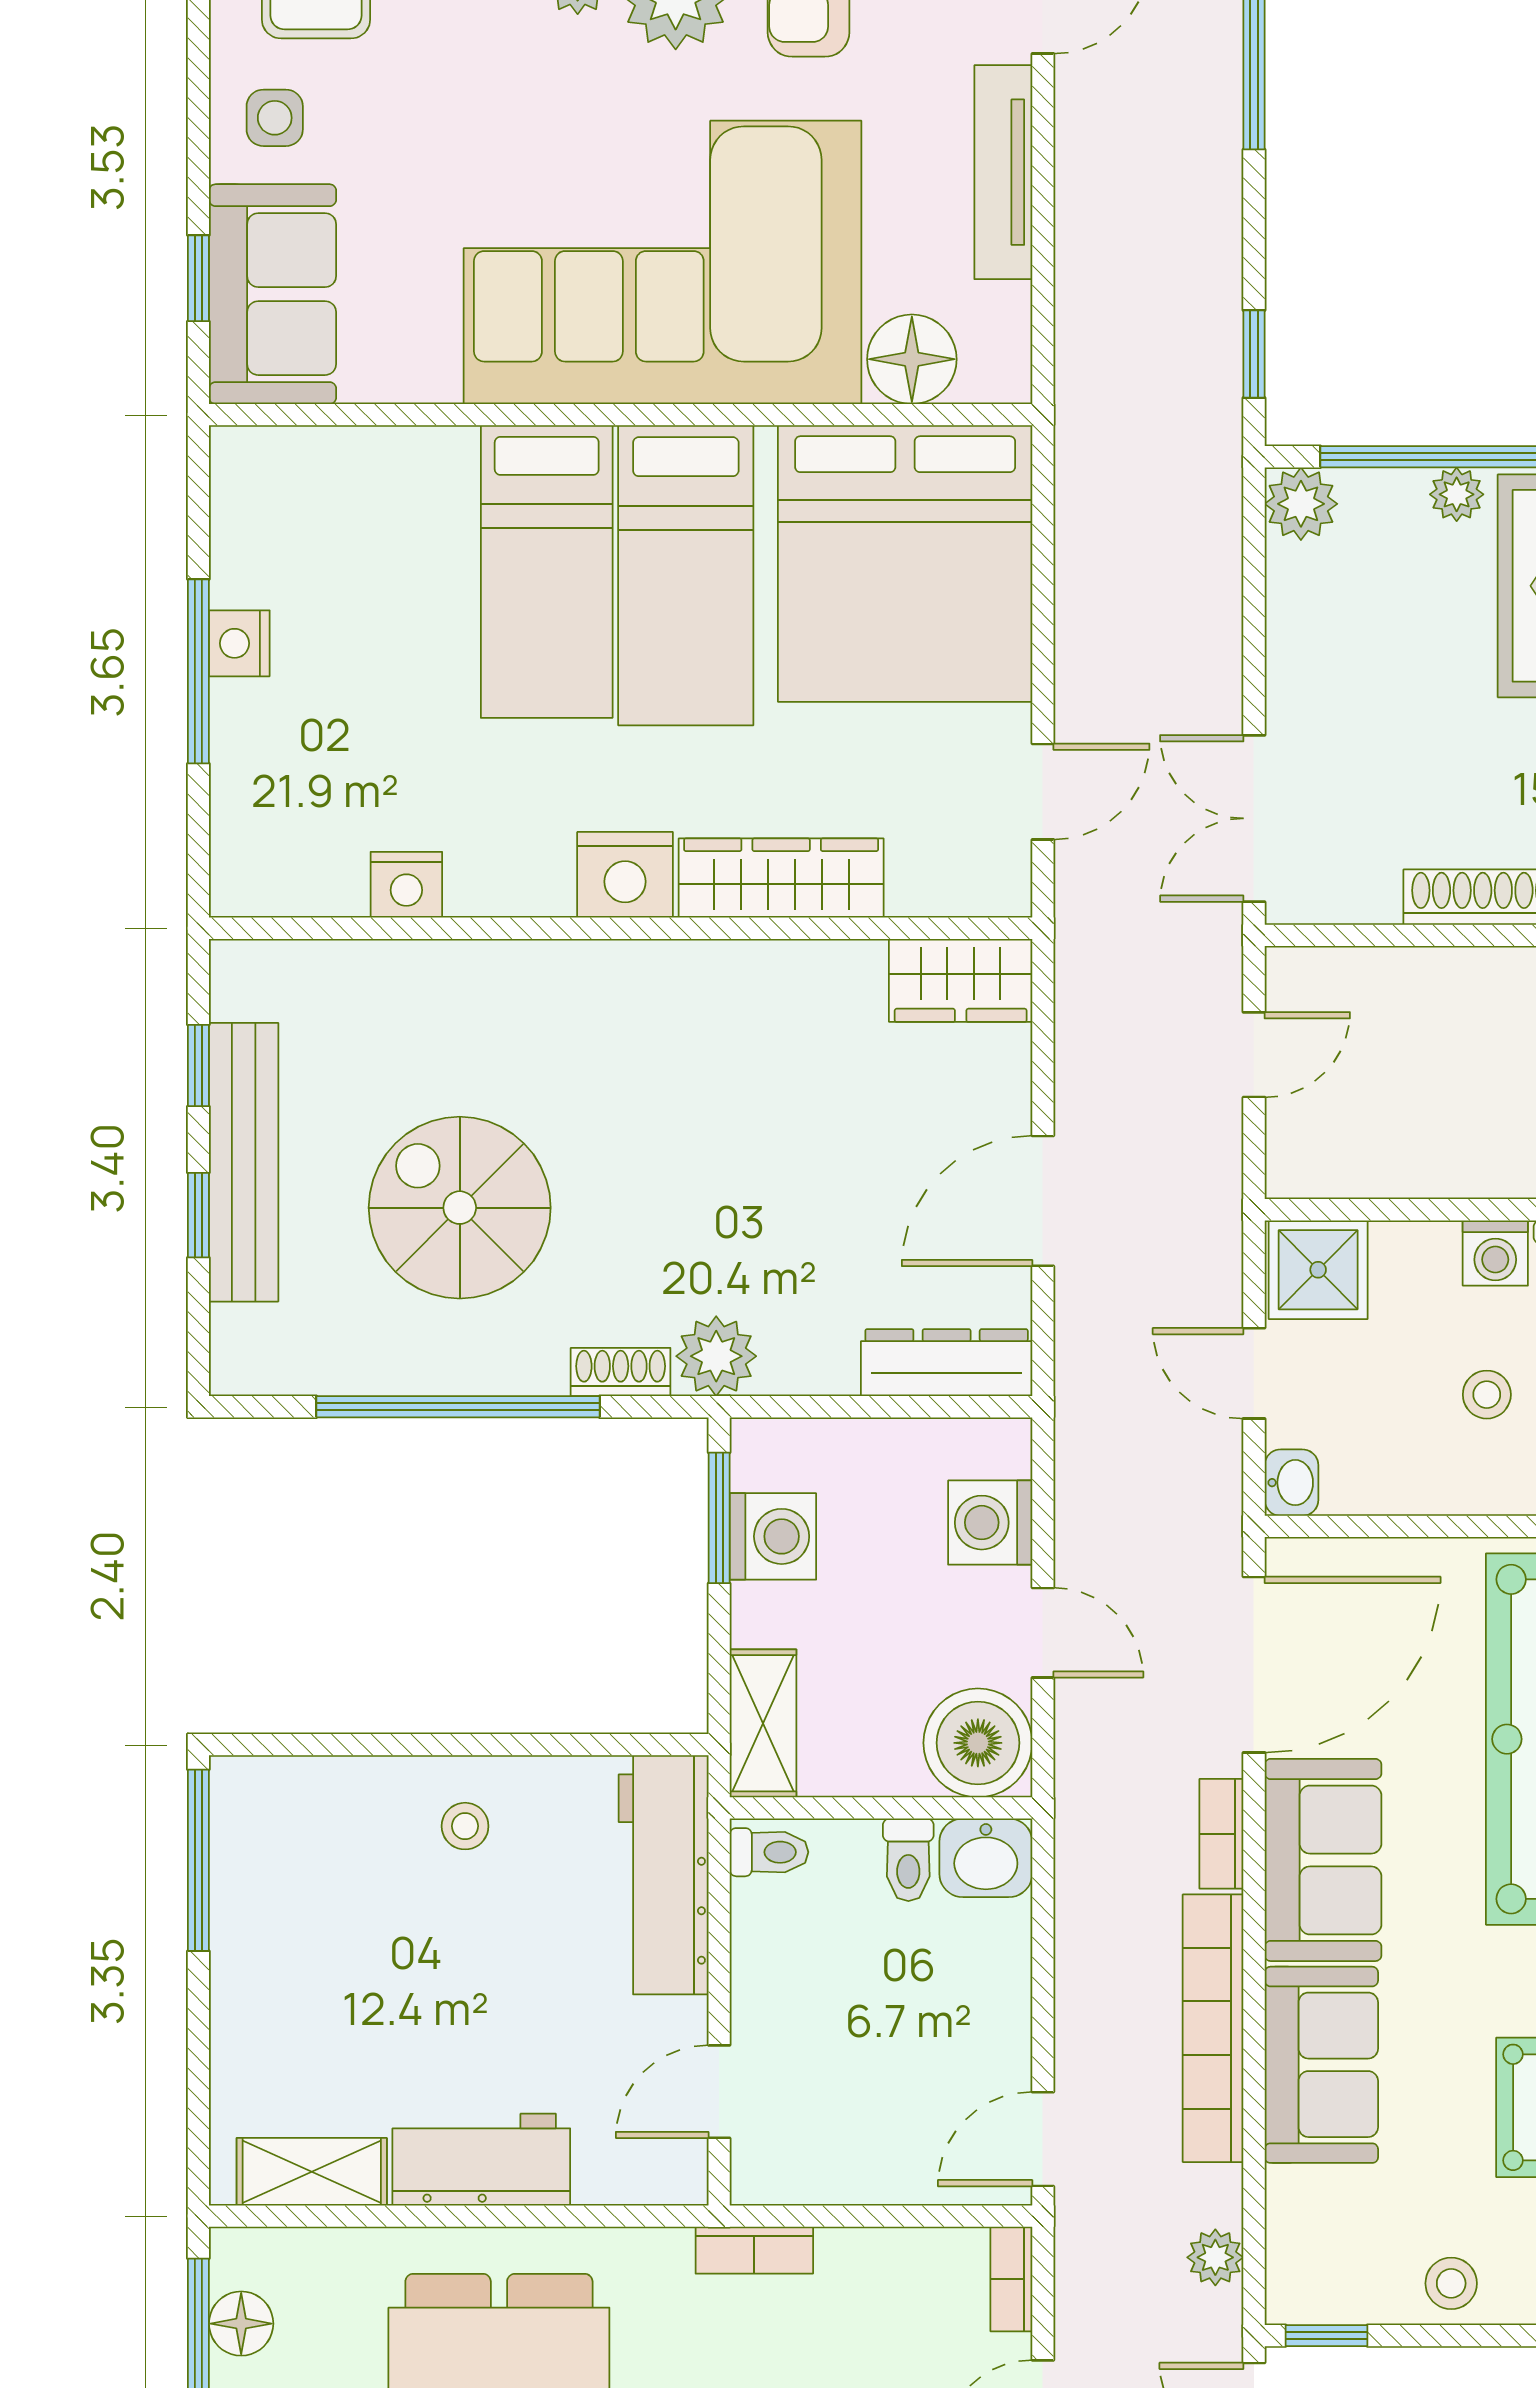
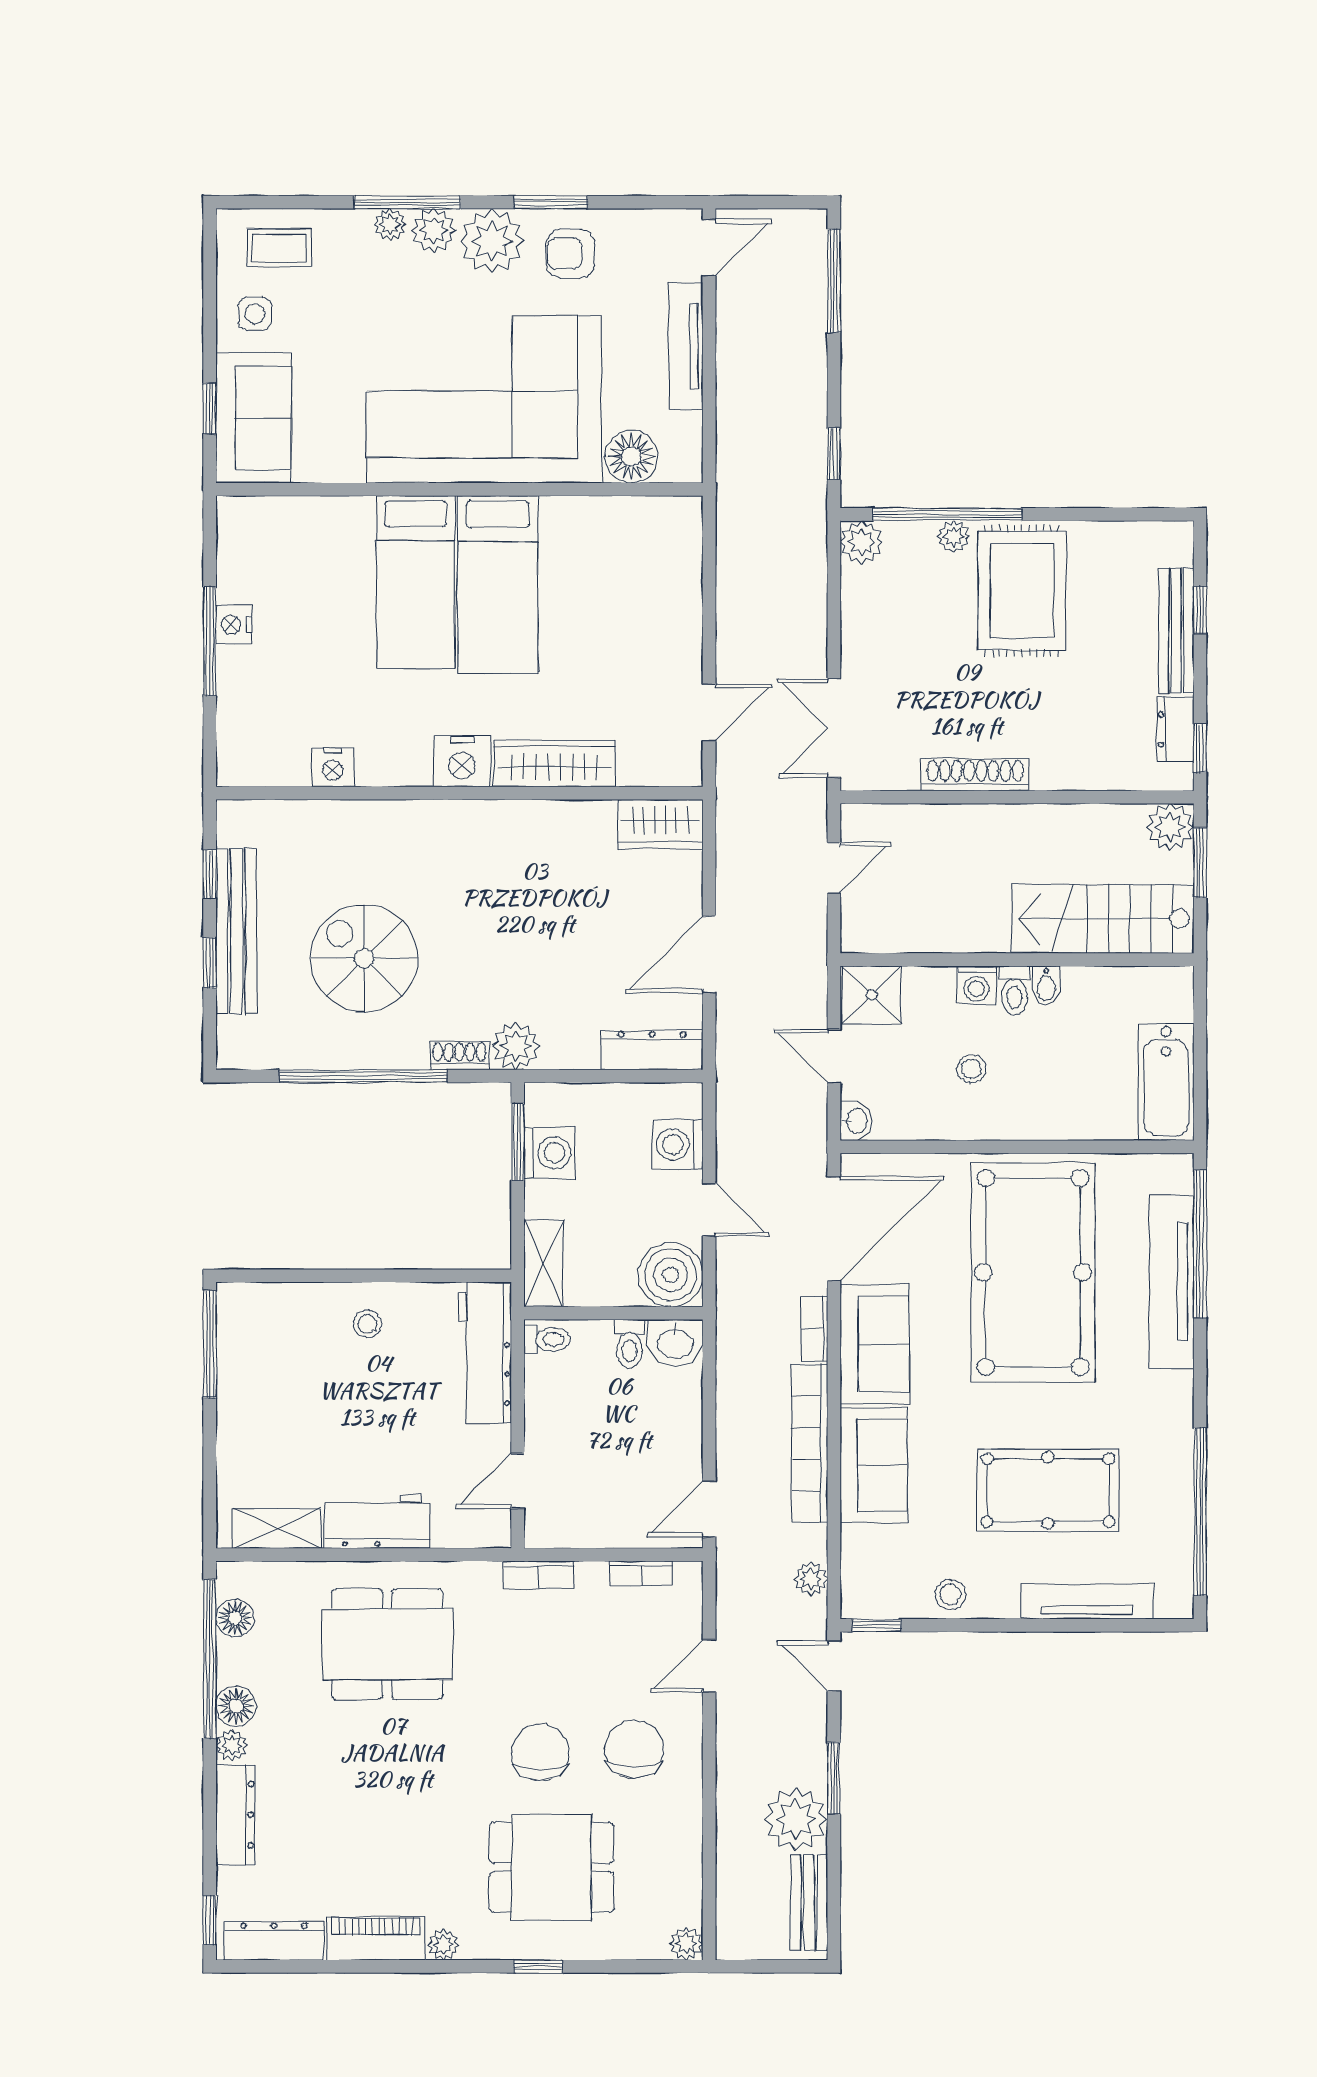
bed: (905, 563) -> (628, 577), removed
bookcase: (1011, 2279) -> (641, 1573), moved, turned -90

